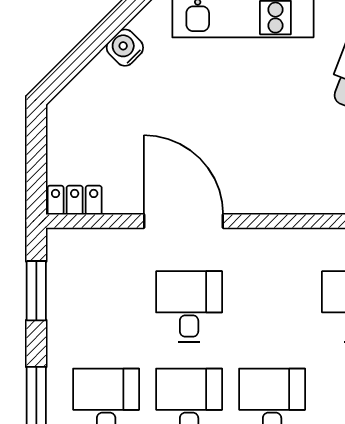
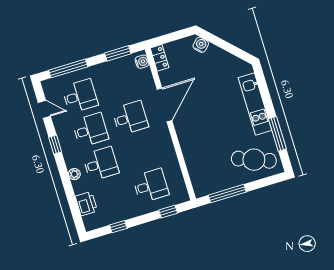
water cooler: (125, 48) -> (201, 45), moved
water cooler: (71, 242) -> (142, 62), added

